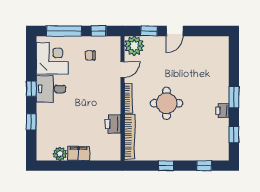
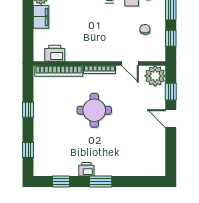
printer: (113, 124) -> (55, 53), moved

